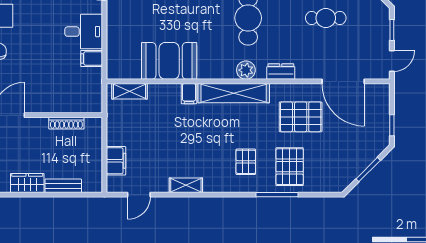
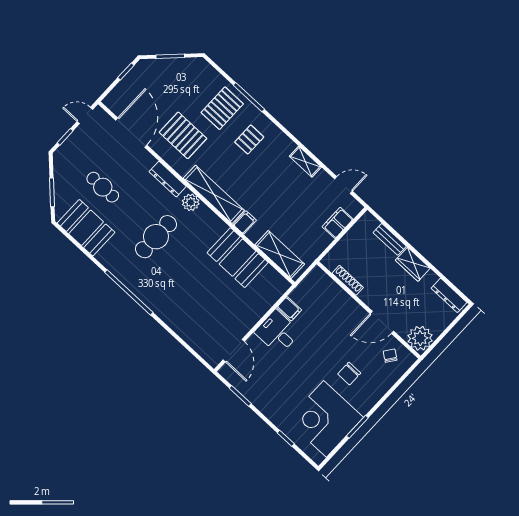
dresser: (281, 72) -> (168, 179), width x1.44
shelving: (130, 91) -> (280, 255), width x1.50, depth x1.33

